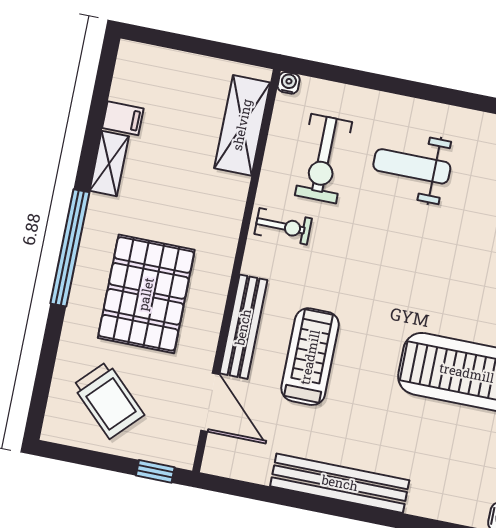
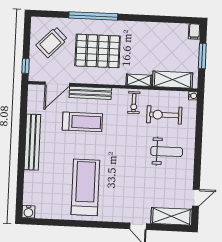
window: (197, 46) -> (202, 56), added
filing cabinet: (123, 118) -> (194, 31), moved
shelving: (109, 164) -> (139, 80), moved
weight bench: (412, 166) -> (167, 152), turned 90
window: (70, 248) -> (93, 16), moved

